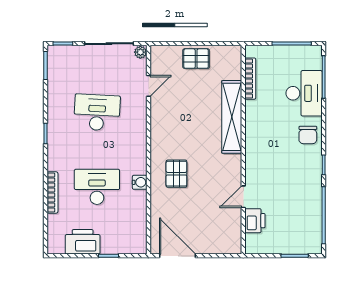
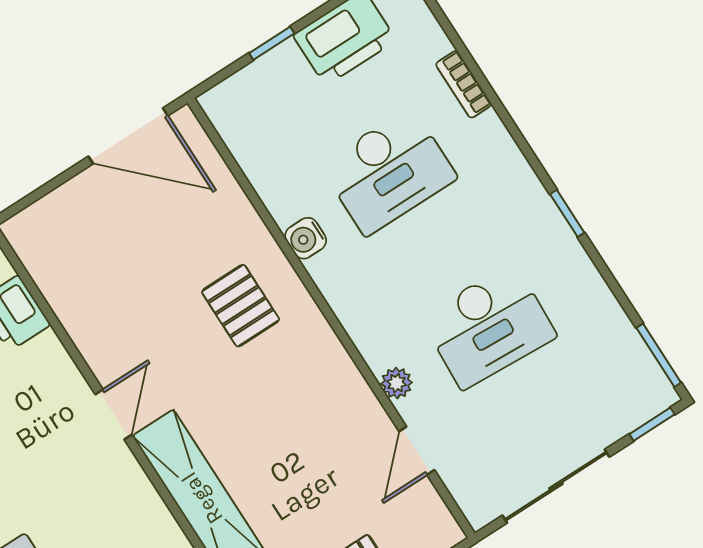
plant: (140, 52) -> (397, 383), moved
bookcase: (52, 192) -> (464, 84), width x0.64
door: (243, 197) -> (114, 414), moved

